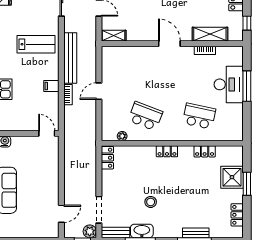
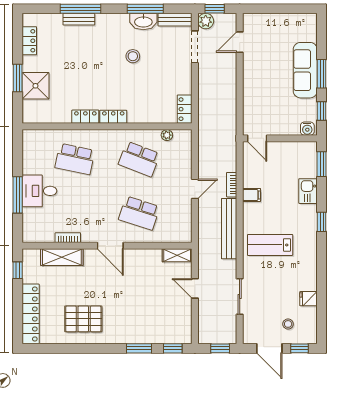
school desk: (145, 71) -> (139, 213), added
desk: (229, 84) -> (39, 191), width x0.73
locker: (205, 151) -> (85, 117), moved

